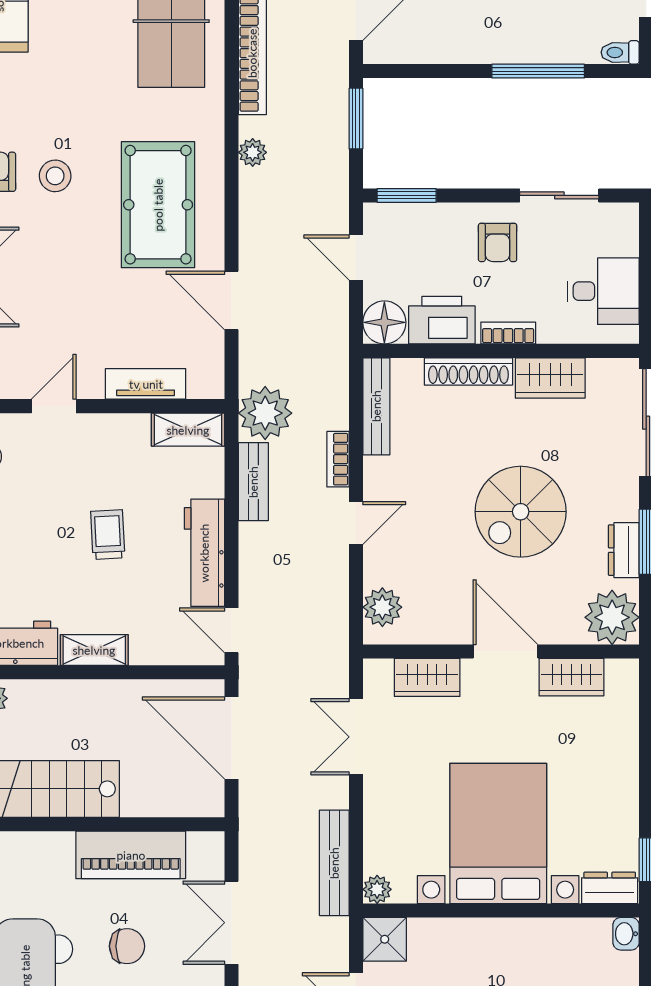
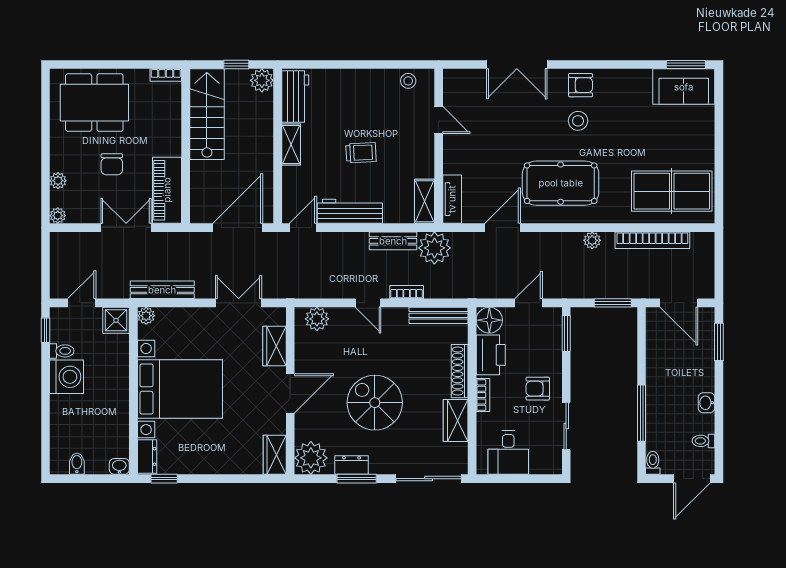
tv unit: (146, 384) -> (452, 199), moved
wardrobe: (571, 677) -> (275, 455), moved
piano: (131, 855) -> (167, 190), moved

